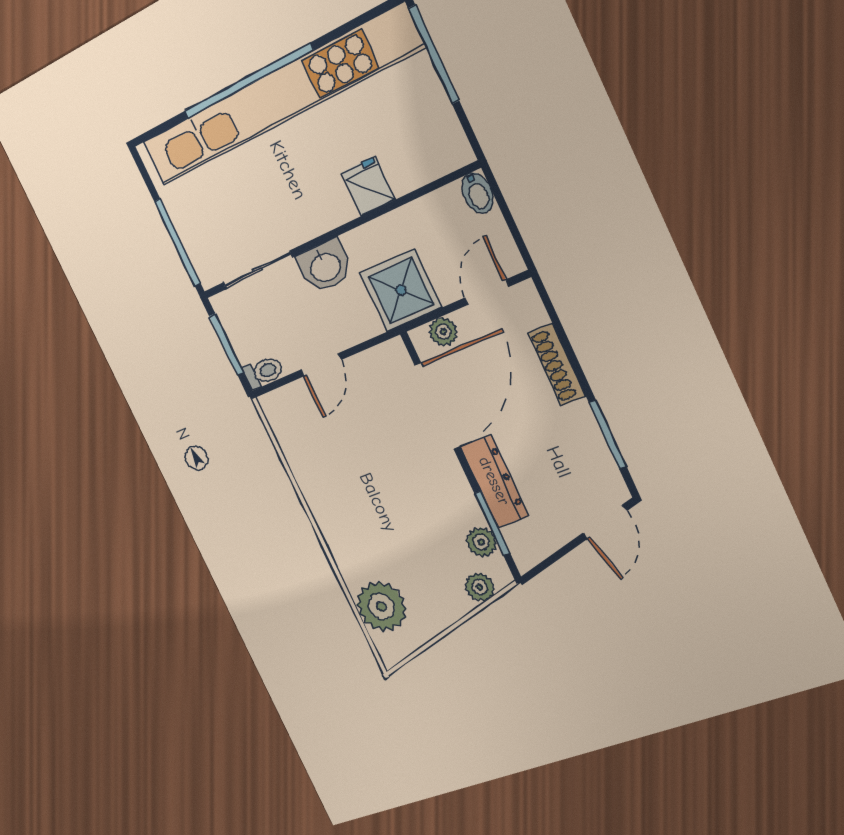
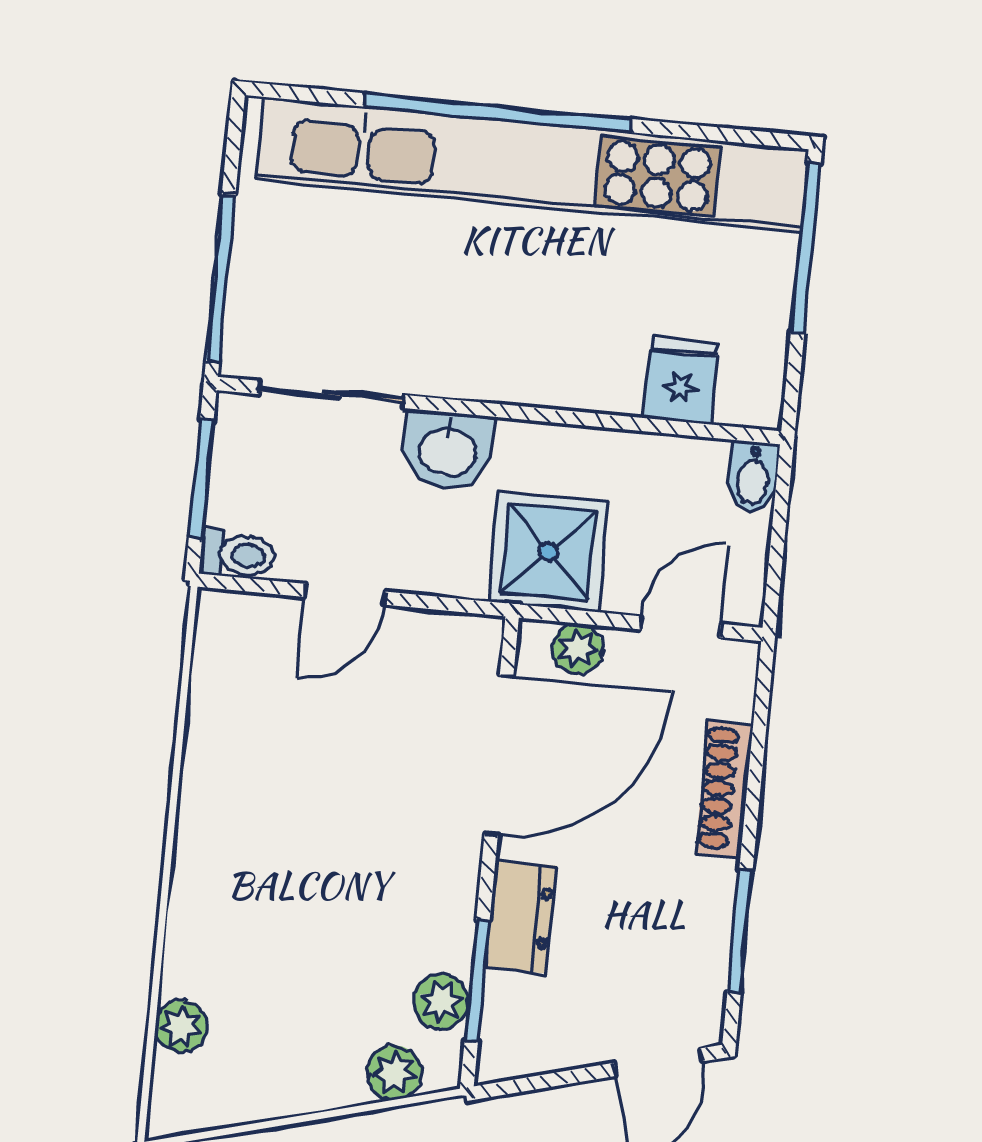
fridge: (368, 186) -> (681, 381), moved
dresser: (494, 481) -> (521, 917), width x0.70
plant: (381, 607) -> (181, 1026), width x0.53, depth x0.53

